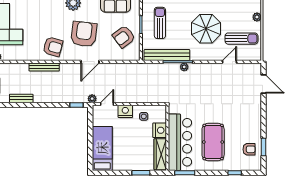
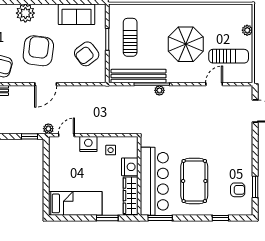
bed: (102, 148) -> (75, 203), moved, turned 90

